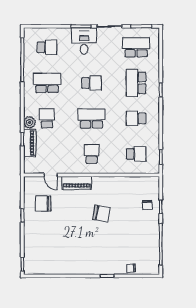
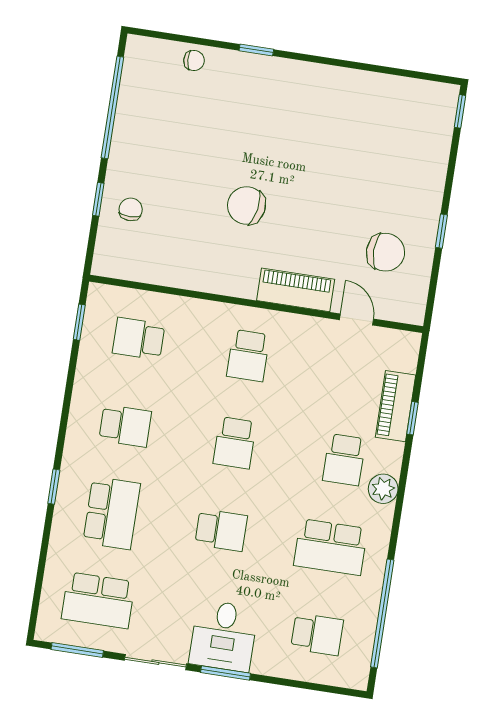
school desk: (47, 47) -> (317, 634), turned 180
school desk: (92, 83) -> (221, 530), turned 180
school desk: (92, 118) -> (235, 443), width x0.54
plant: (30, 122) -> (383, 489), moved

